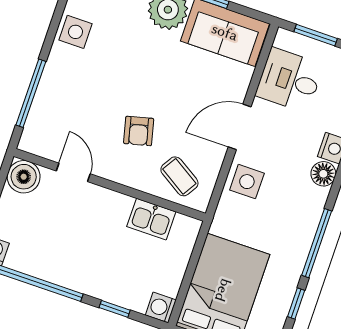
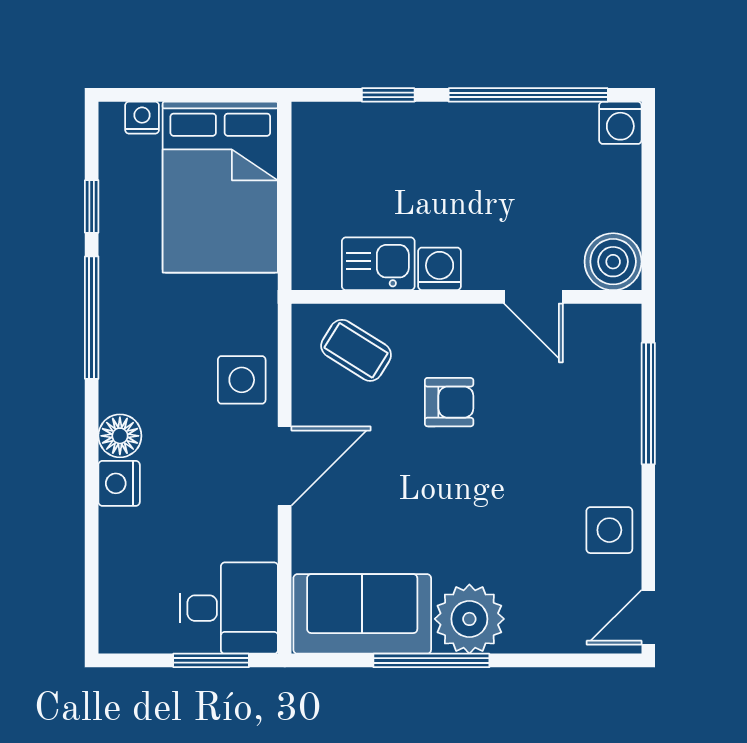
desk: (290, 80) -> (229, 608), moved
armchair: (139, 131) -> (449, 402), turned 104
washing machine: (161, 307) -> (440, 269), moved, turned -90

